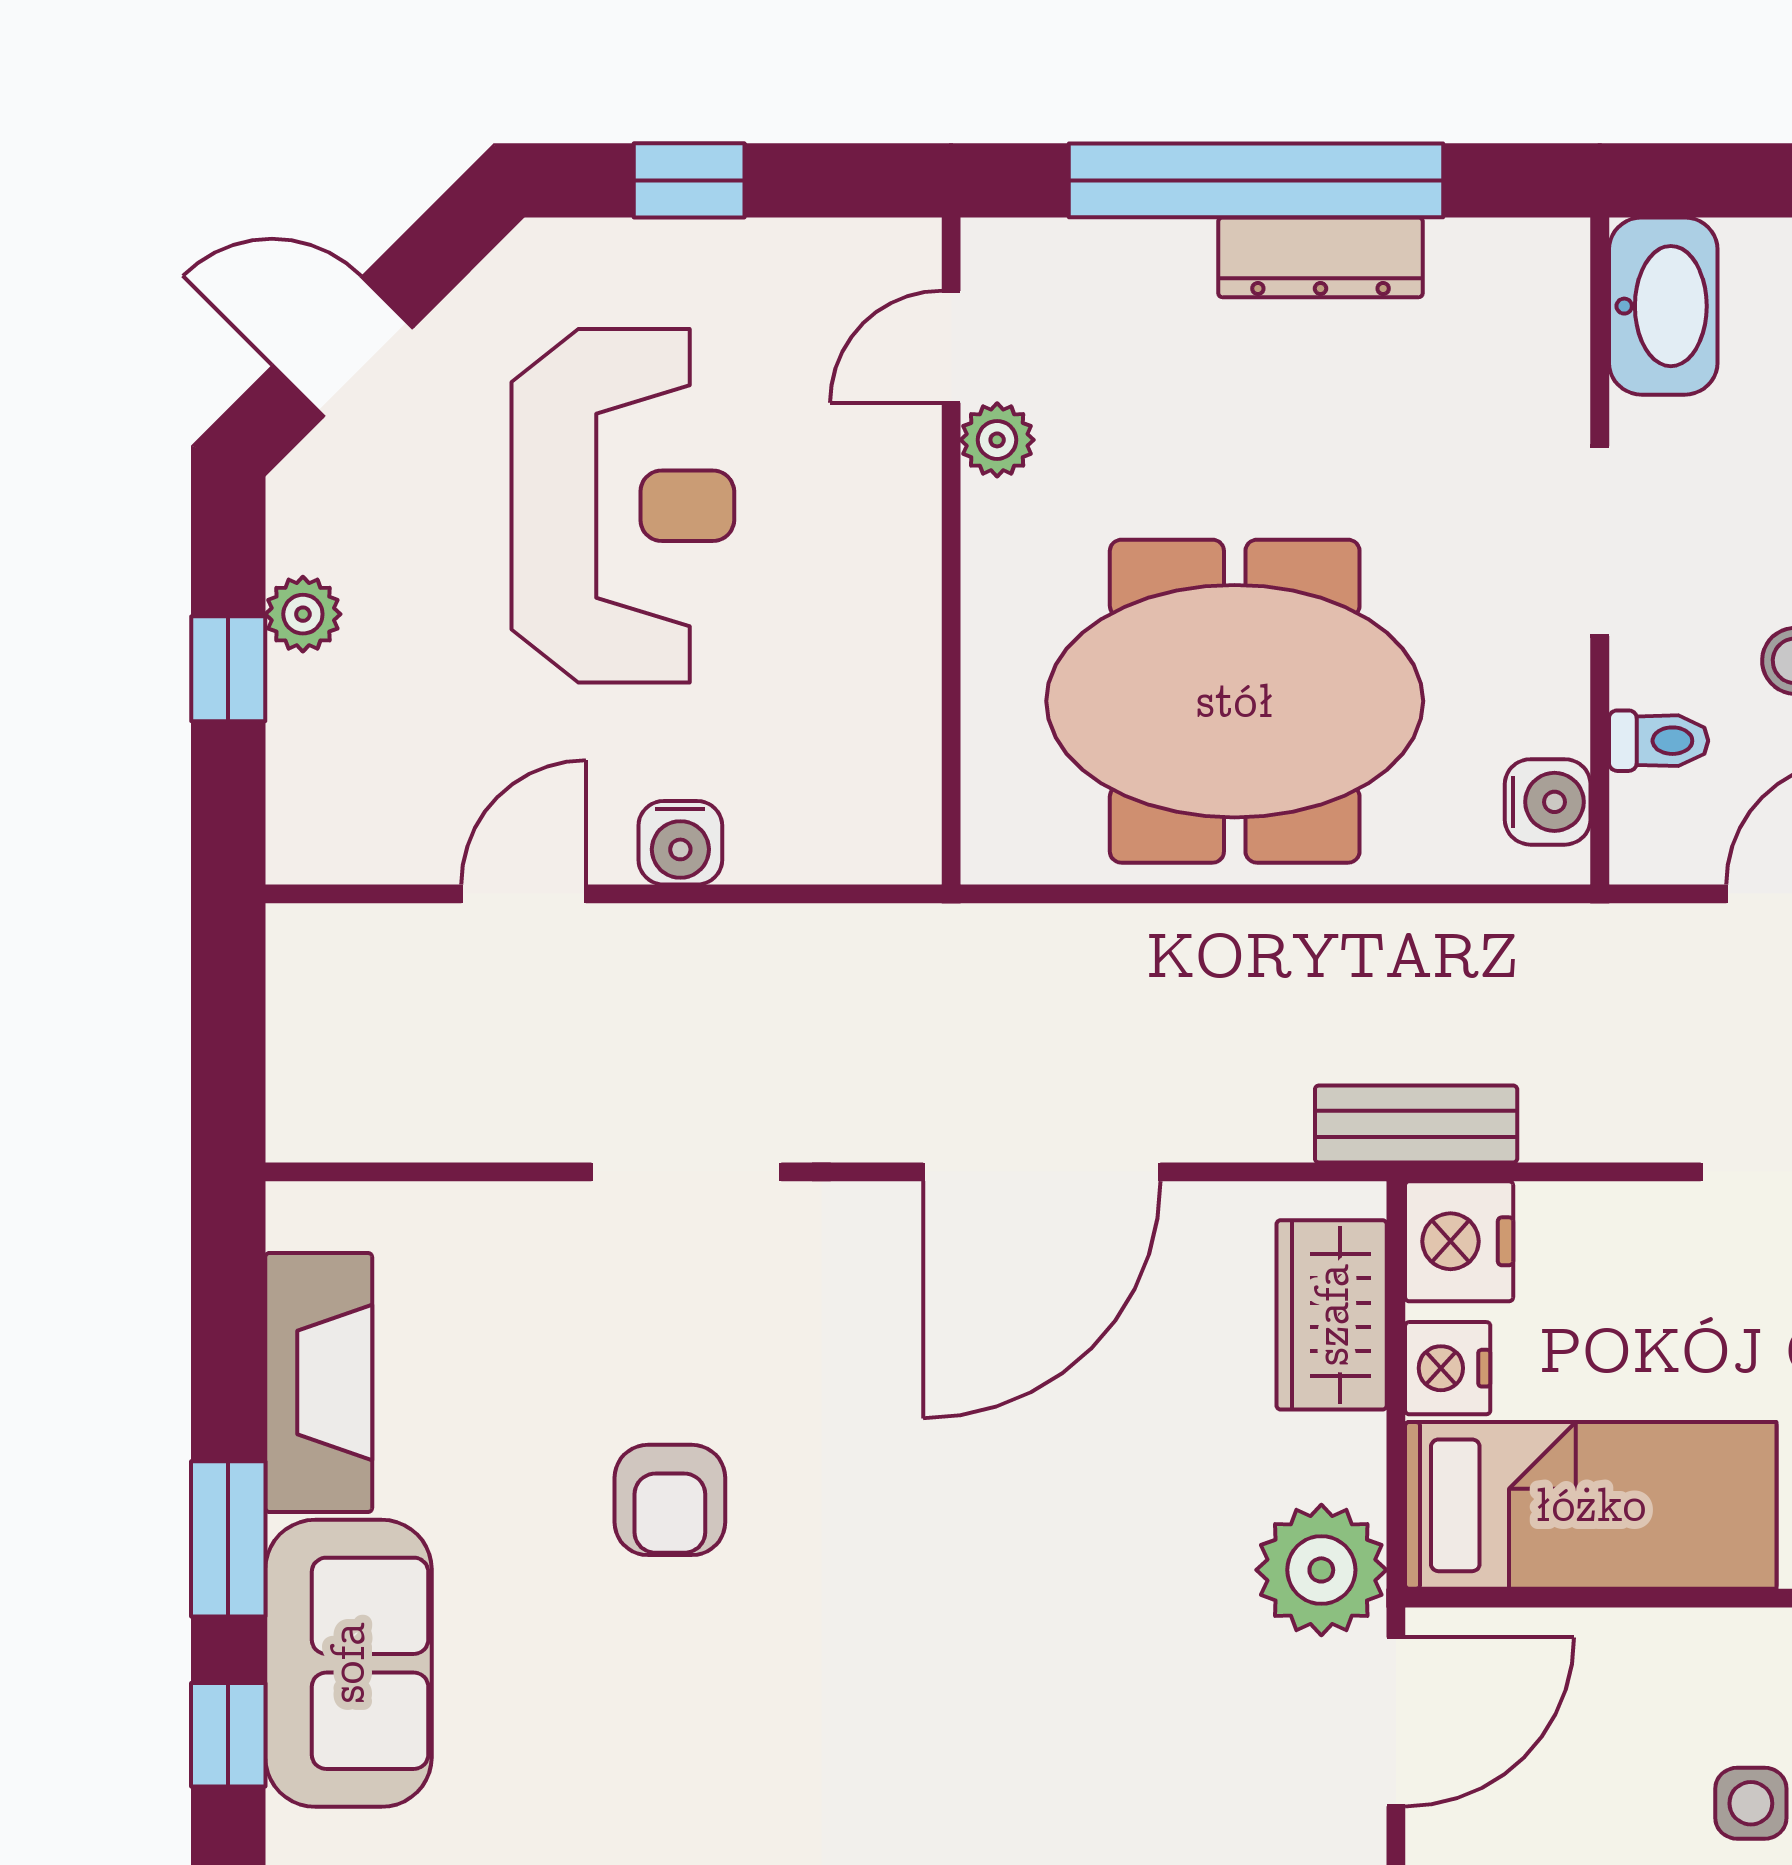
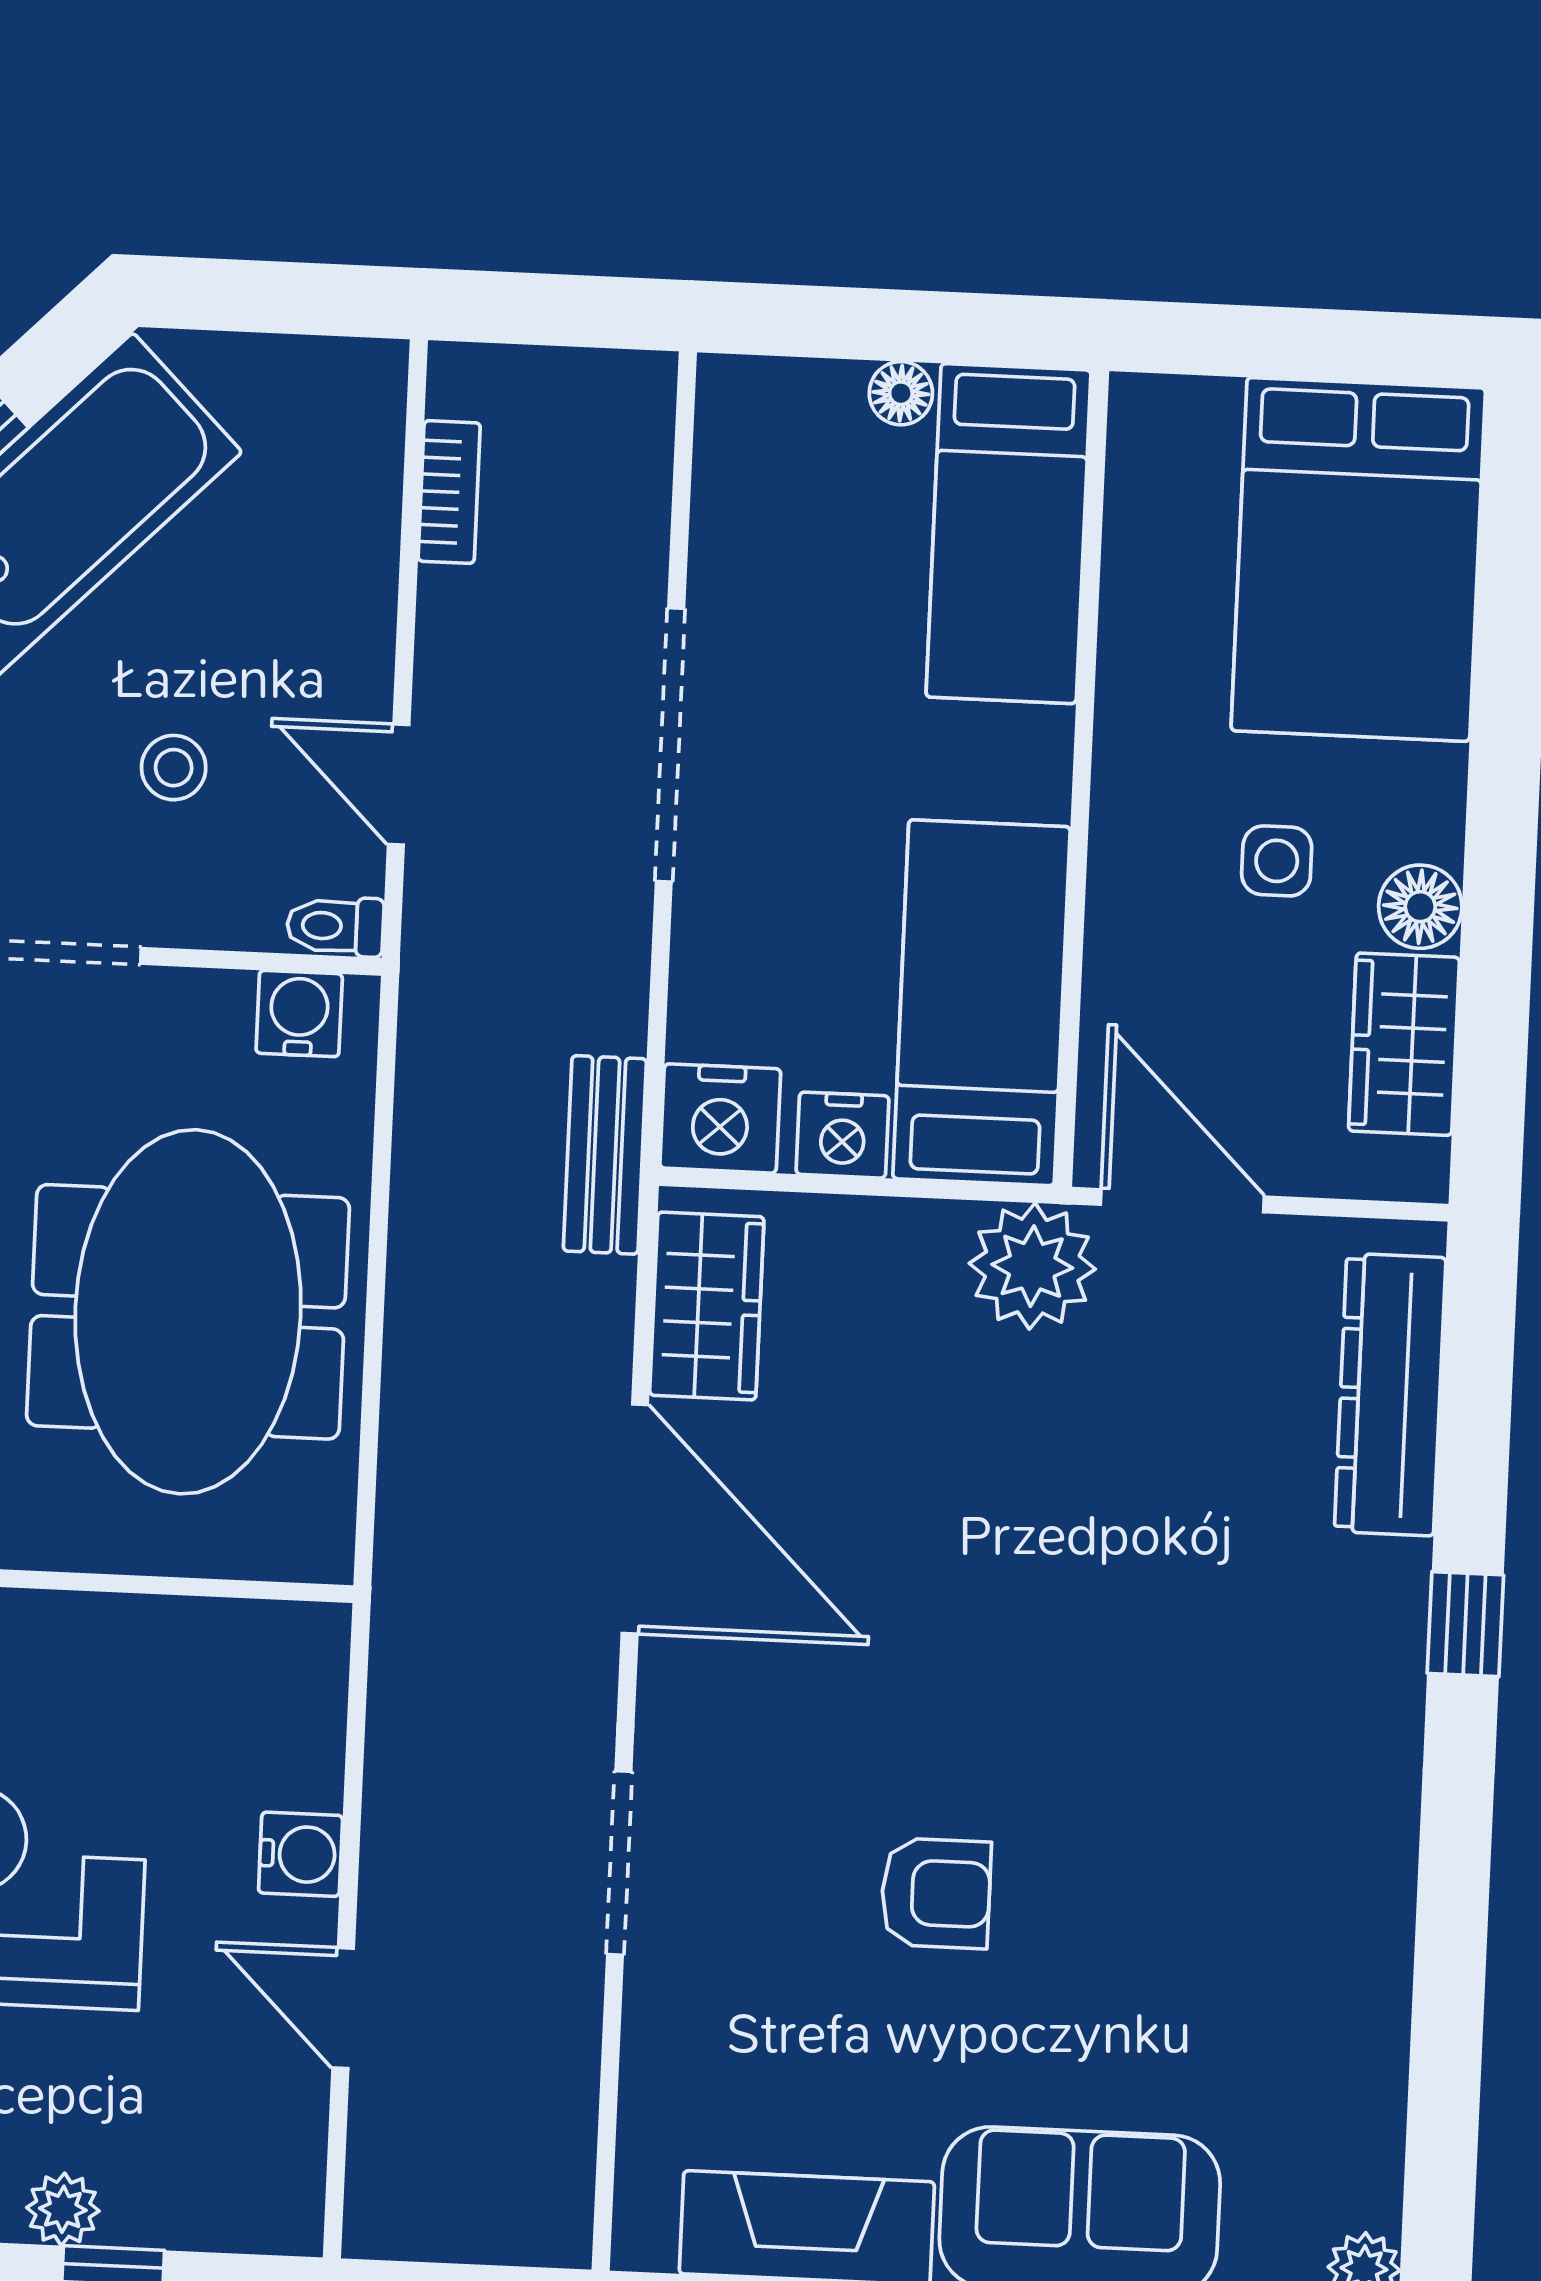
toilet: (1659, 741) -> (335, 926), moved, turned -90
wardrobe: (1332, 1315) -> (707, 1306), moved, turned -90

